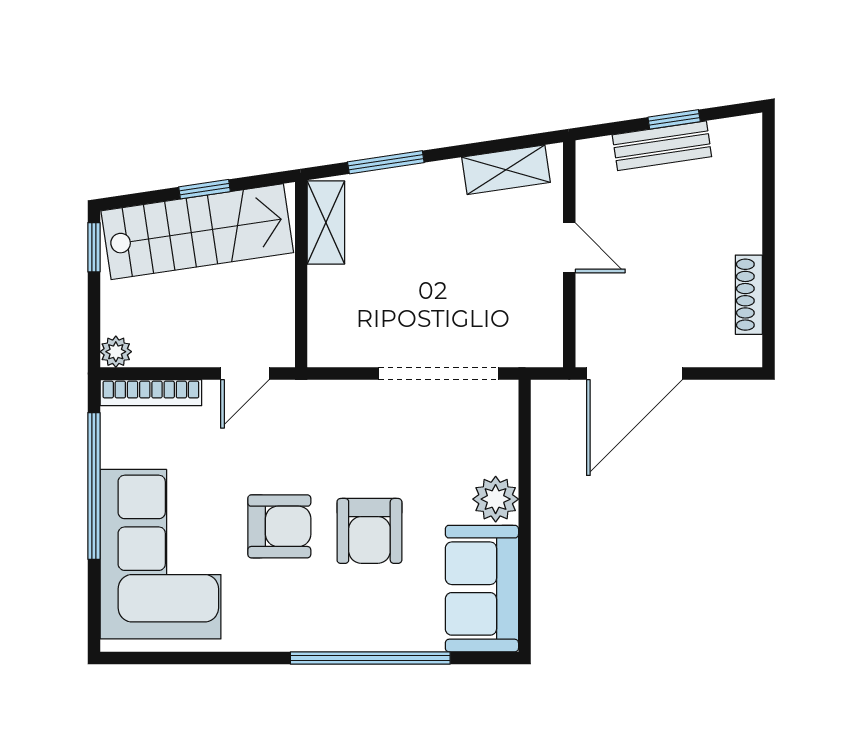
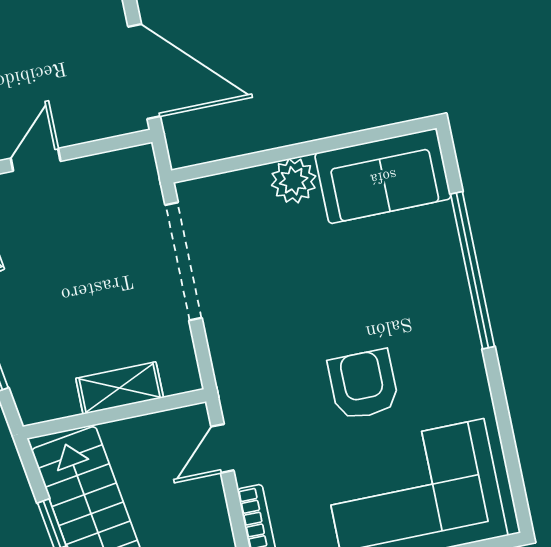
shelving: (326, 222) -> (120, 388), moved
door: (245, 374) -> (222, 448), swing flipped
armchair: (369, 531) -> (350, 296), removed

